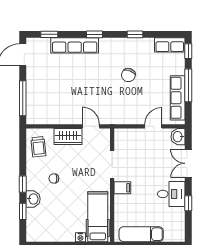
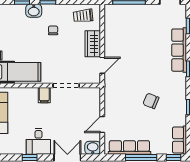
door: (153, 126) -> (102, 124), swing flipped

